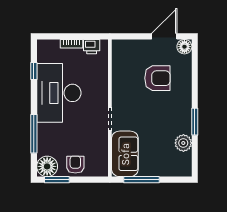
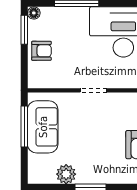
sofa: (125, 154) -> (43, 127), moved, turned -90
floor lamp: (47, 166) -> (34, 13), width x0.53, depth x0.53

